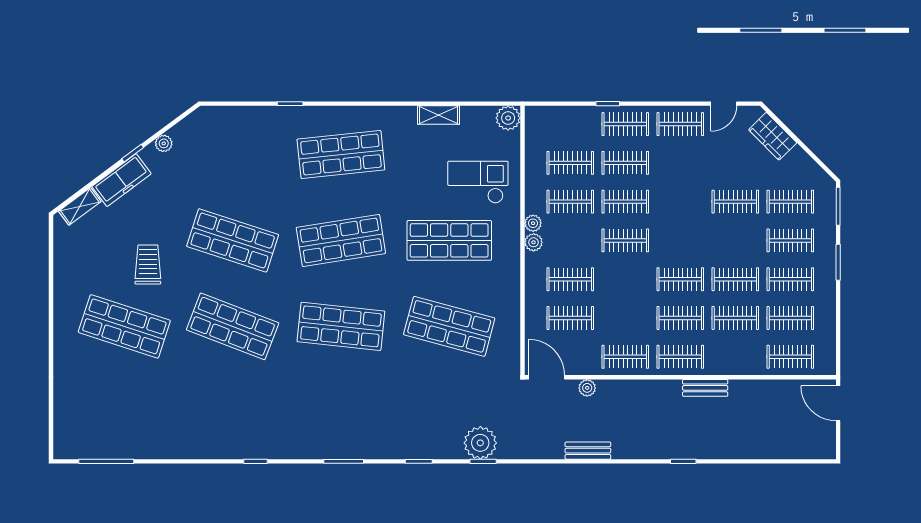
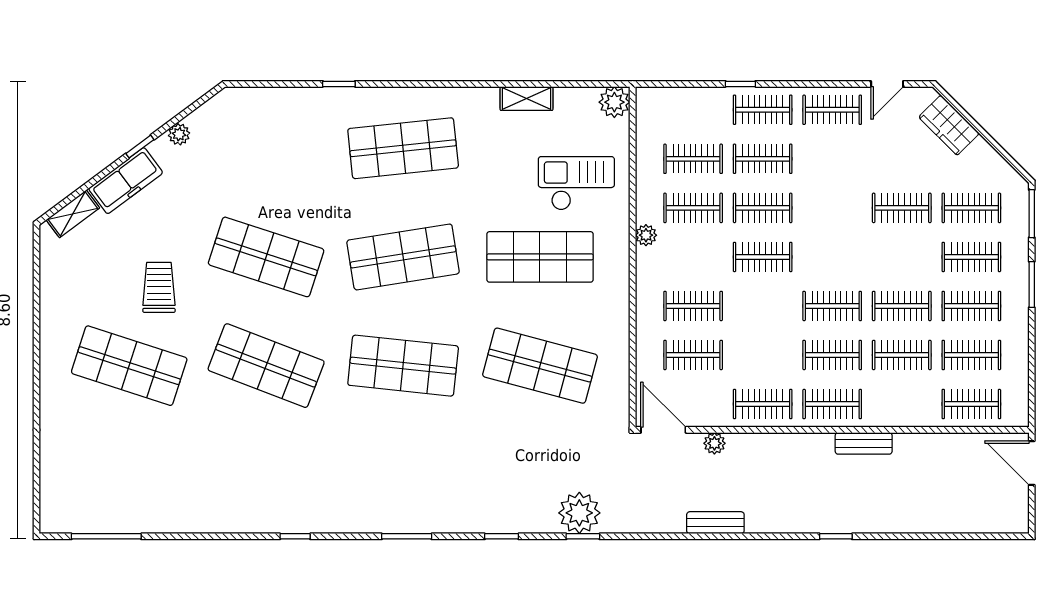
plant: (534, 242) -> (647, 259), removed

